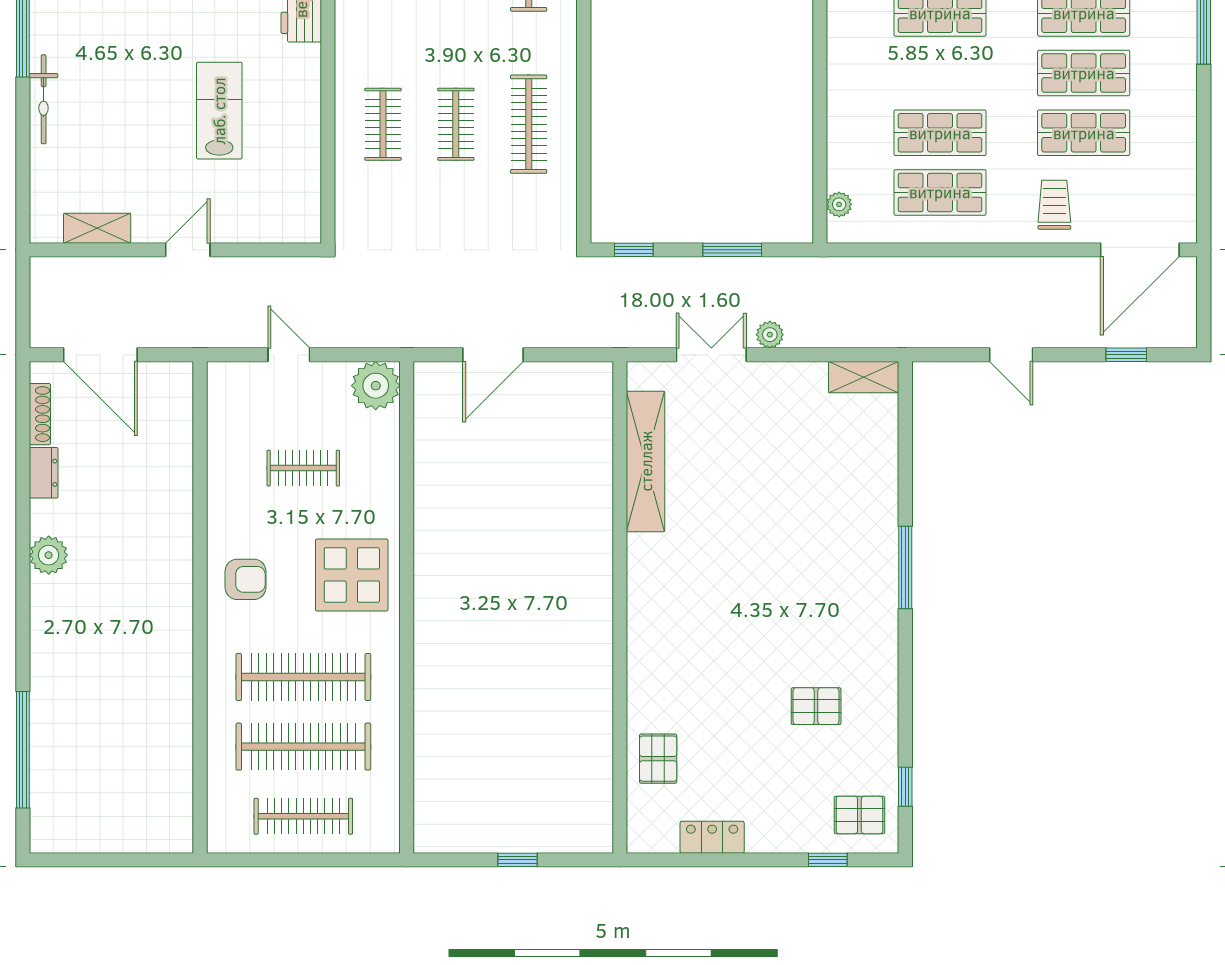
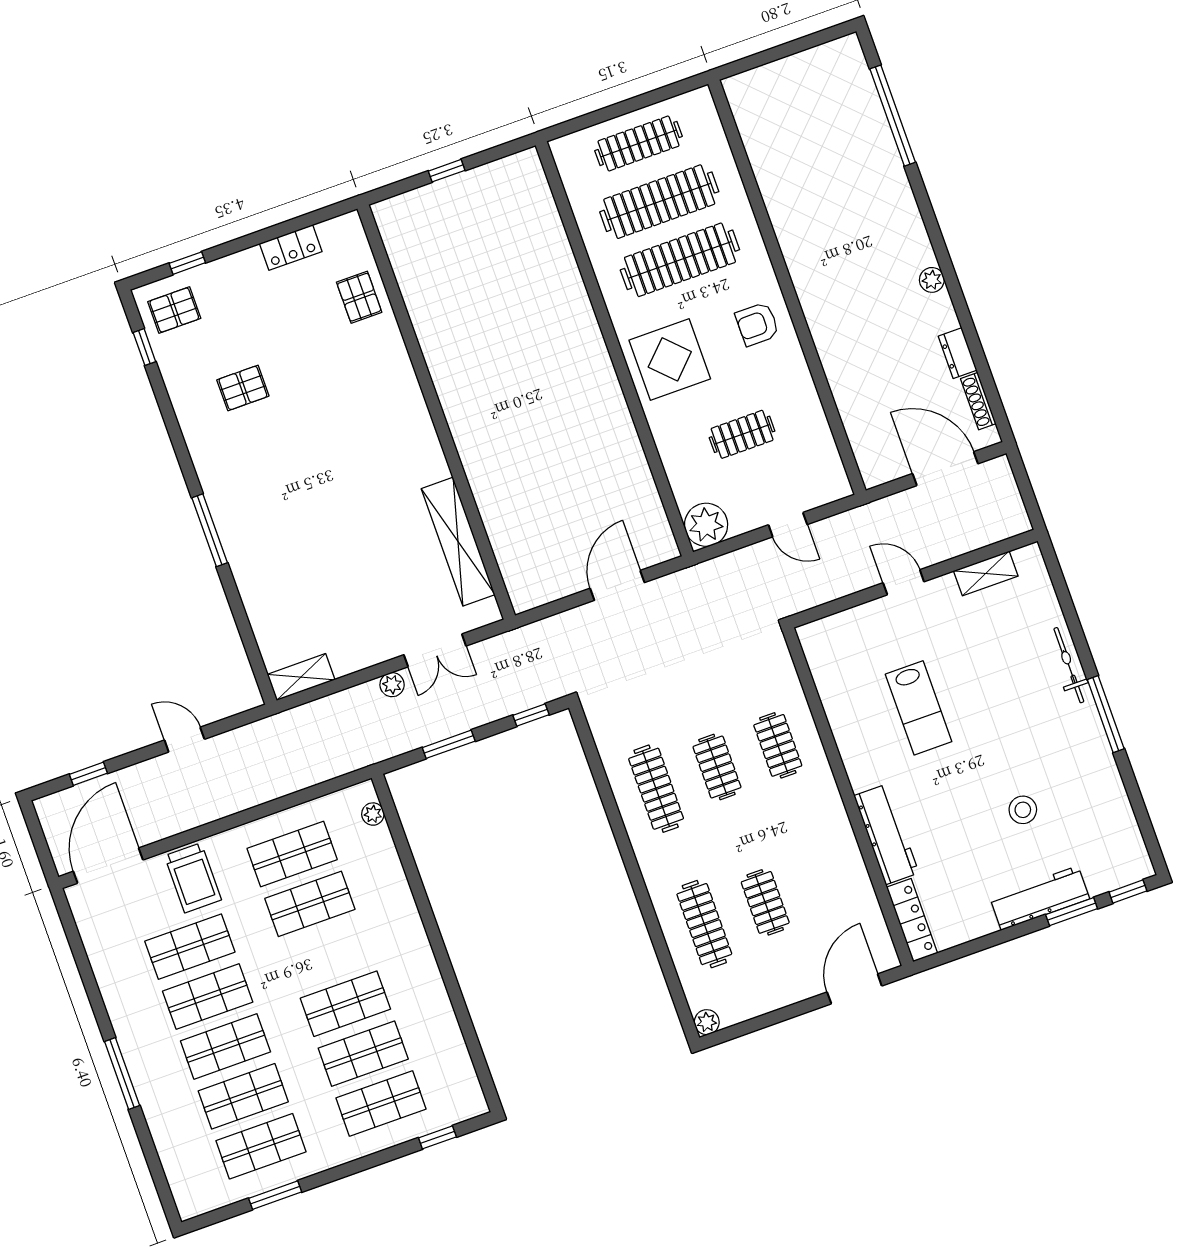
trolley: (1054, 205) -> (193, 878), width x1.36, depth x1.39
door: (188, 250) -> (904, 582), swing flipped
plant: (49, 555) -> (932, 280), width x0.73, depth x0.73

